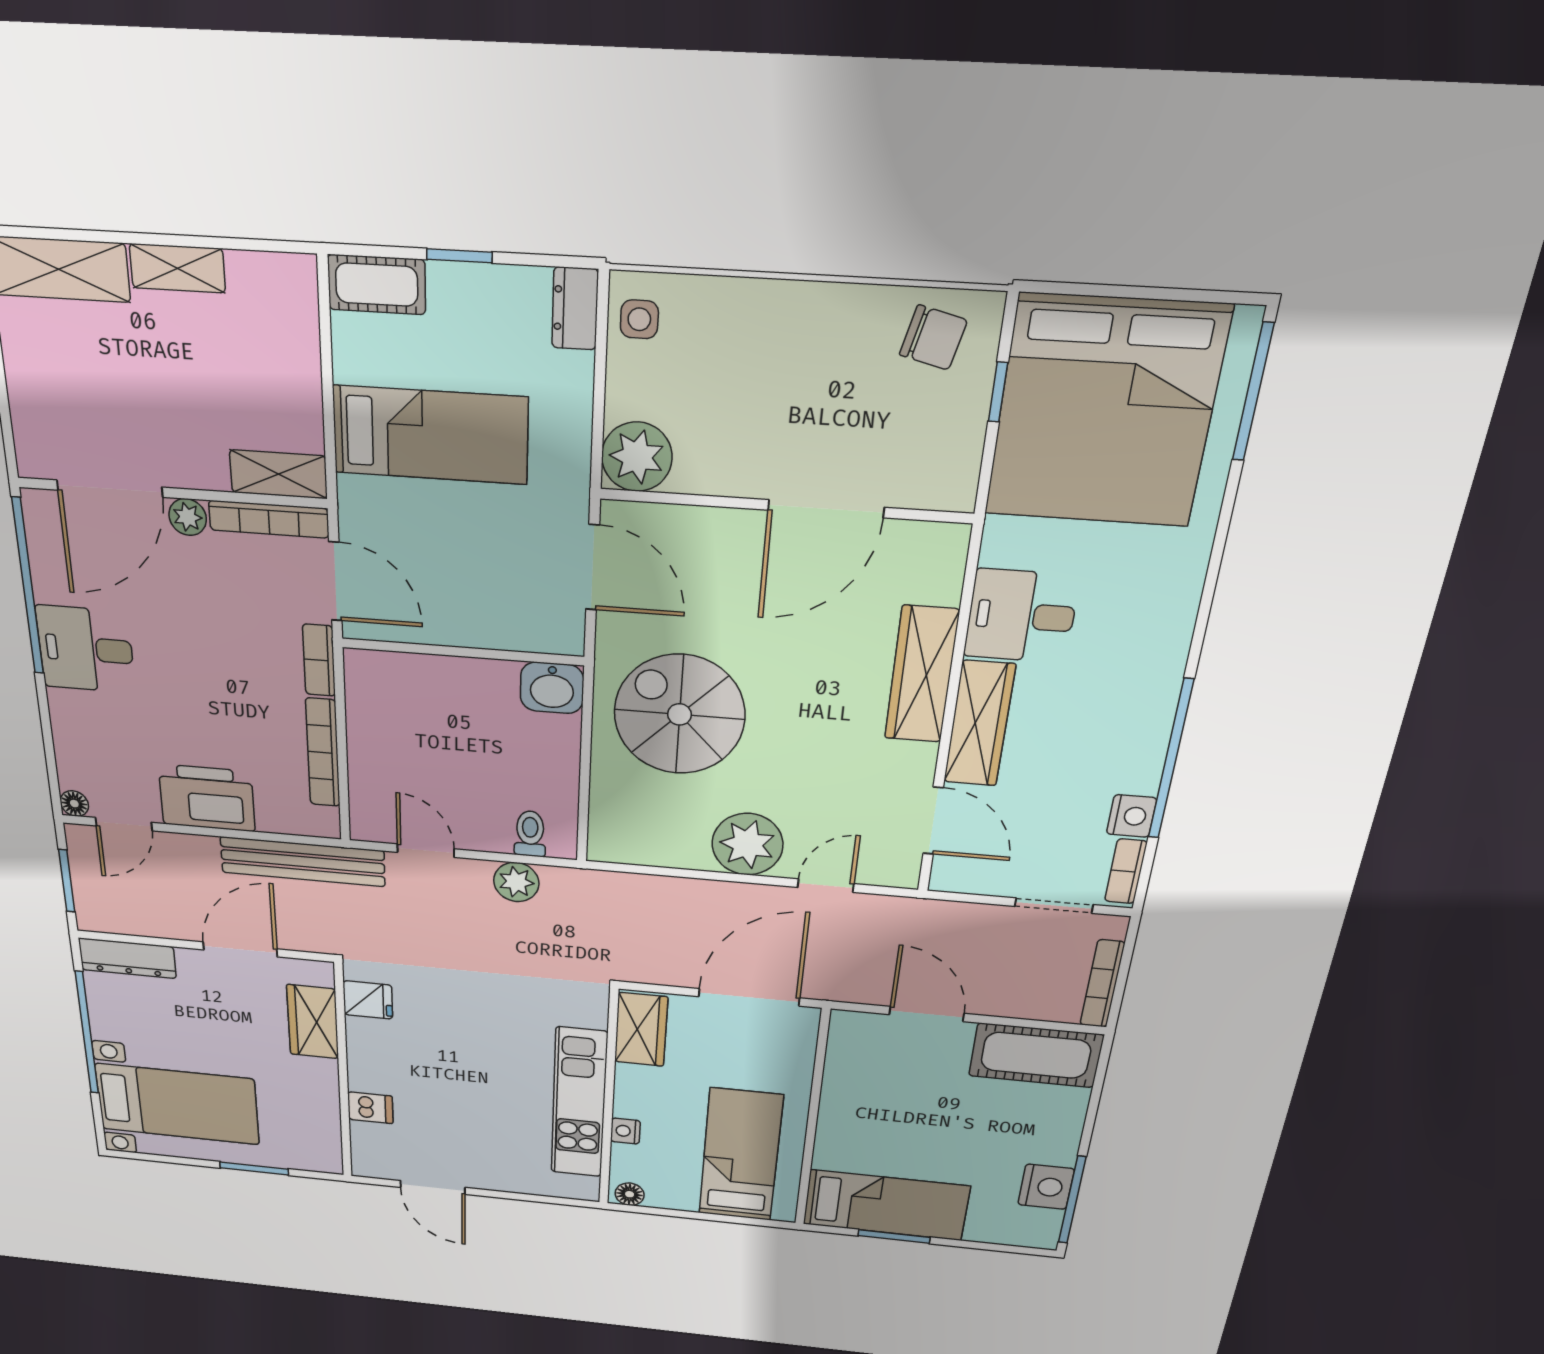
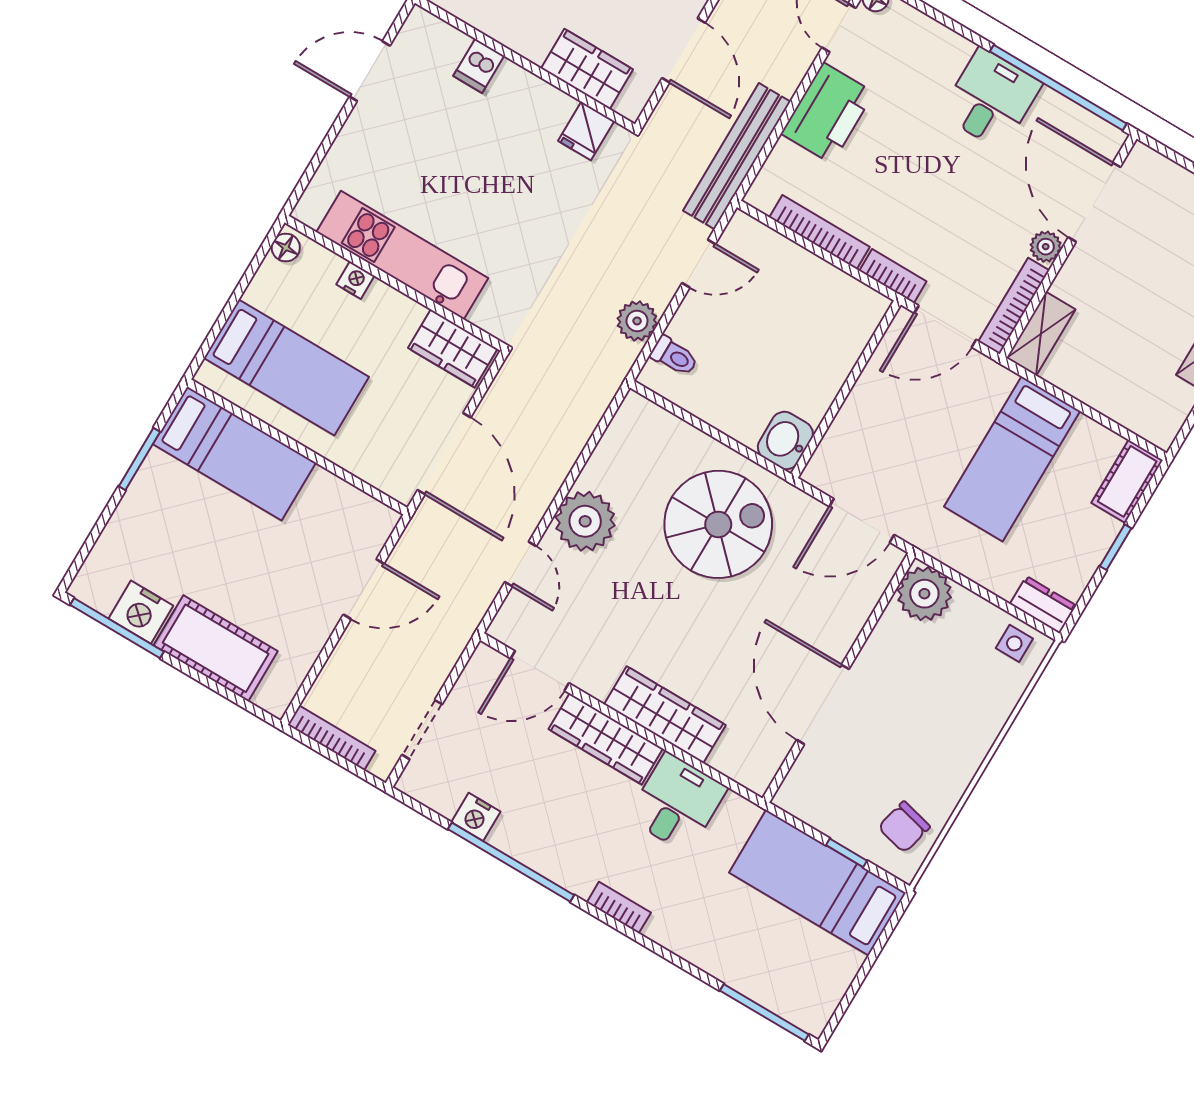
bed: (1105, 412) -> (817, 883), width x0.49
bookcase: (1126, 871) -> (619, 908), moved
cot: (1036, 1055) -> (216, 648), moved, turned 90
bed: (886, 1205) -> (234, 453), moved, turned -90

